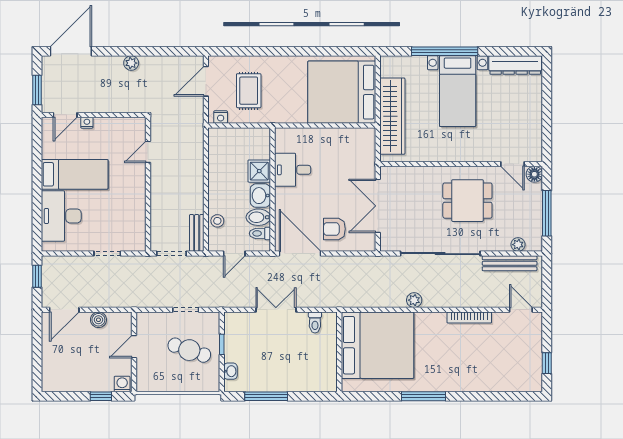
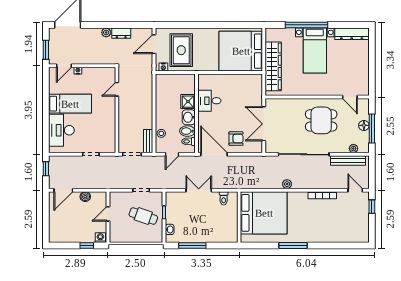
dresser: (155, 64) -> (121, 33), added
rug: (249, 91) -> (181, 50), width x1.36, depth x1.43
floor lamp: (534, 174) -> (364, 125), moved
armchair: (334, 229) -> (236, 139), turned 180
window: (547, 363) -> (372, 207), moved

